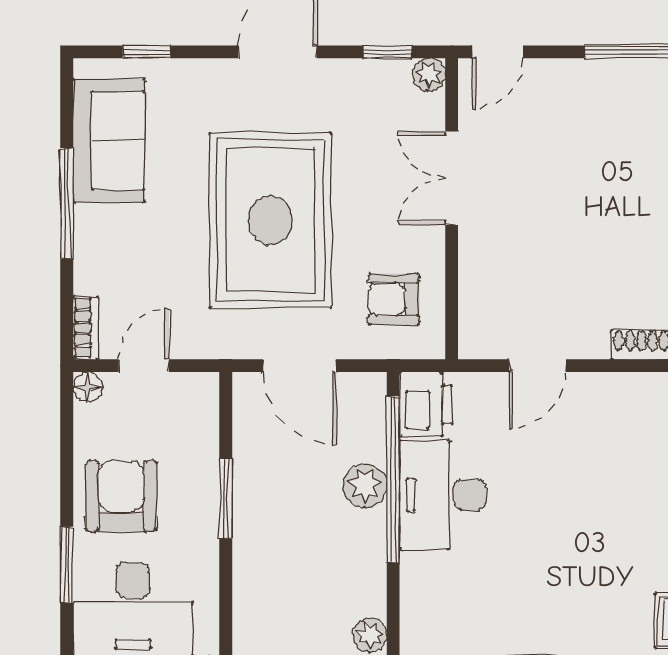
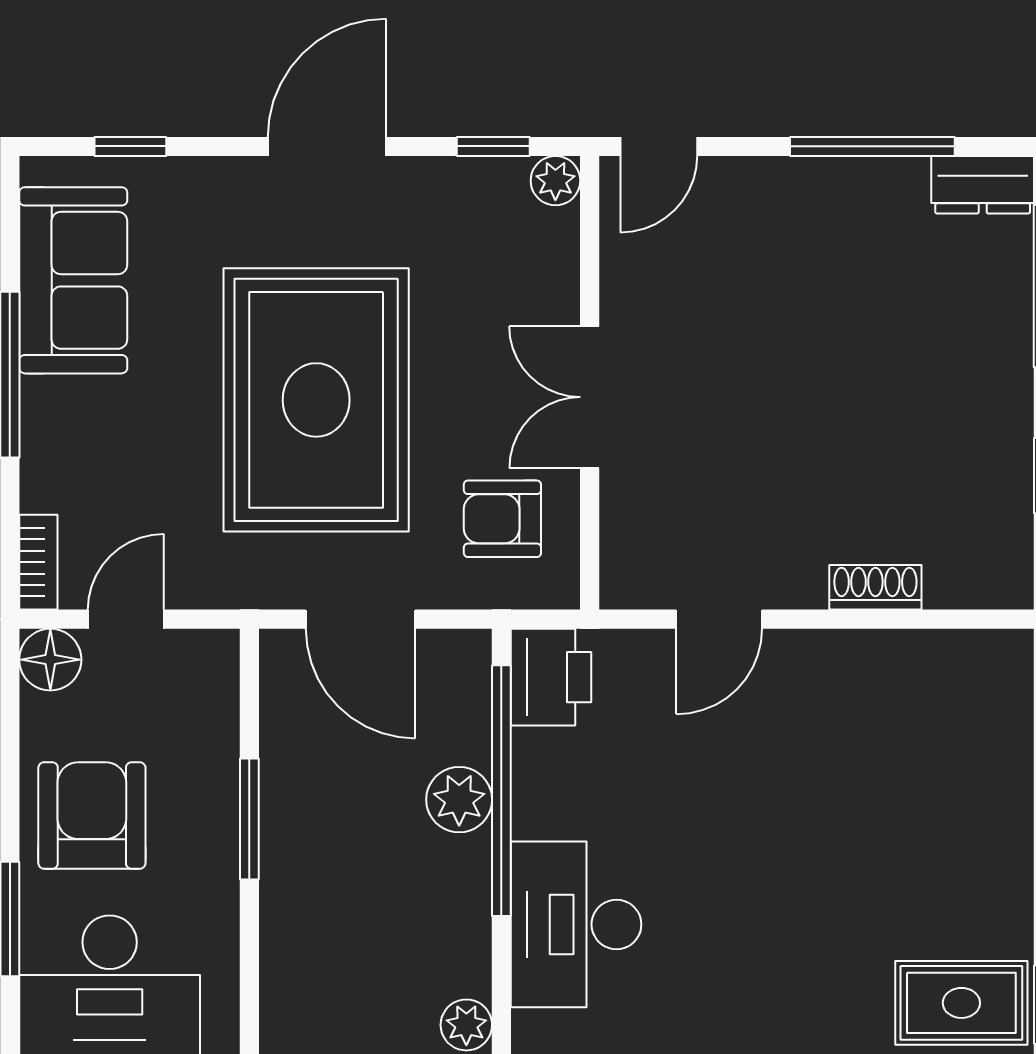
double door: (452, 178) -> (590, 397), moved
floor lamp: (88, 387) -> (50, 660), width x1.37, depth x1.37
desk: (443, 495) -> (576, 924), moved

